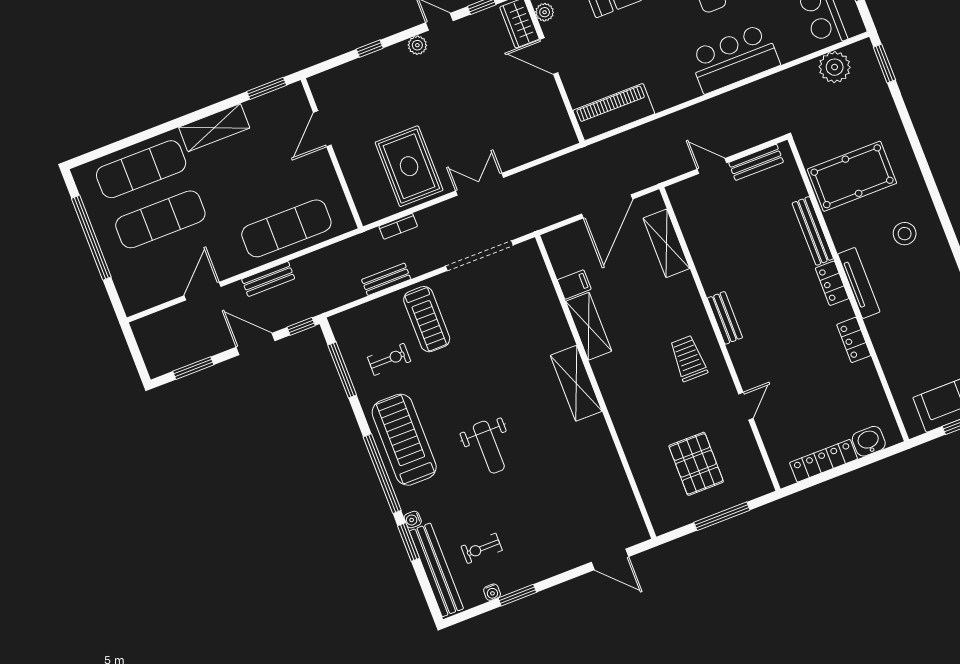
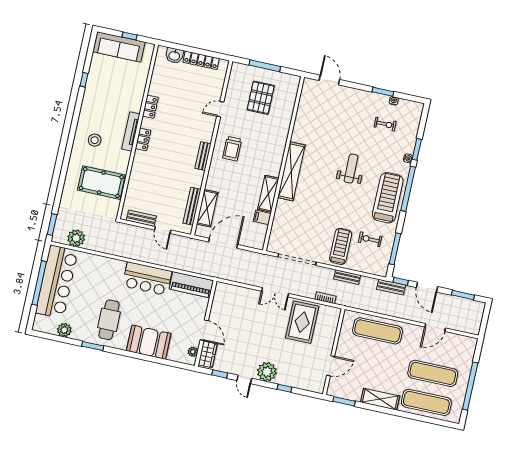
plant: (417, 45) -> (267, 372), width x1.88, depth x1.88
bar counter: (734, 59) -> (147, 279), moved
bench: (813, 231) -> (192, 206), moved
bench: (268, 279) -> (391, 287), moved
shelving: (576, 383) -> (291, 171), width x1.47
treadmill: (404, 440) -> (388, 198), turned 180
bench: (436, 570) -> (413, 128), removed

